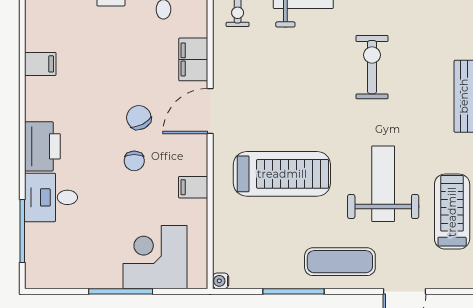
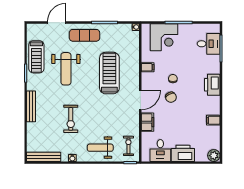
treadmill: (282, 174) -> (109, 73), turned 90
desk: (51, 197) -> (209, 44), moved

